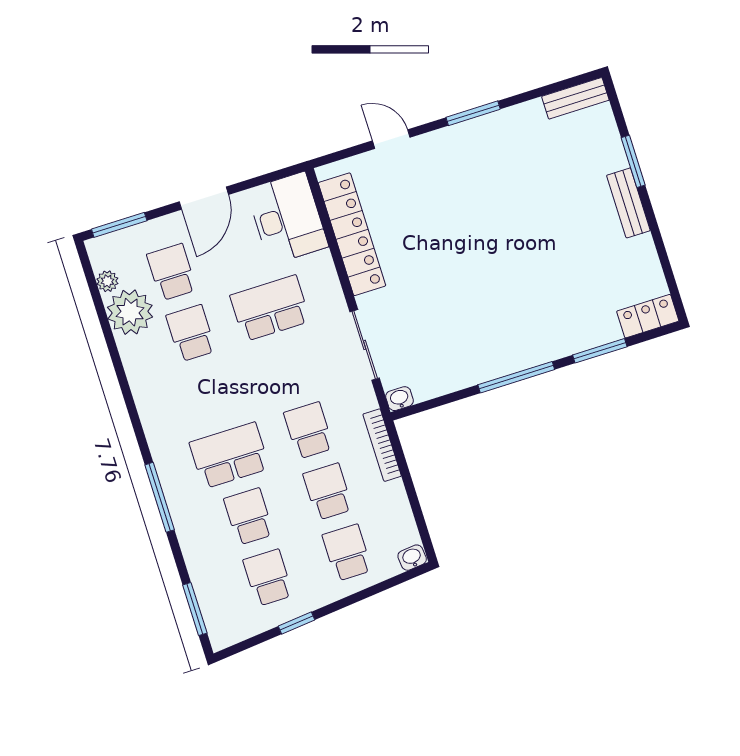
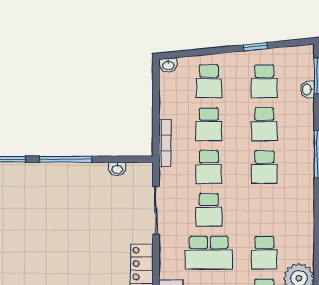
school desk: (289, 369) -> (209, 210), added
washbasin: (400, 399) -> (117, 169), moved
school desk: (229, 455) -> (264, 167), width x0.54
washbasin: (203, 585) -> (307, 90), added

